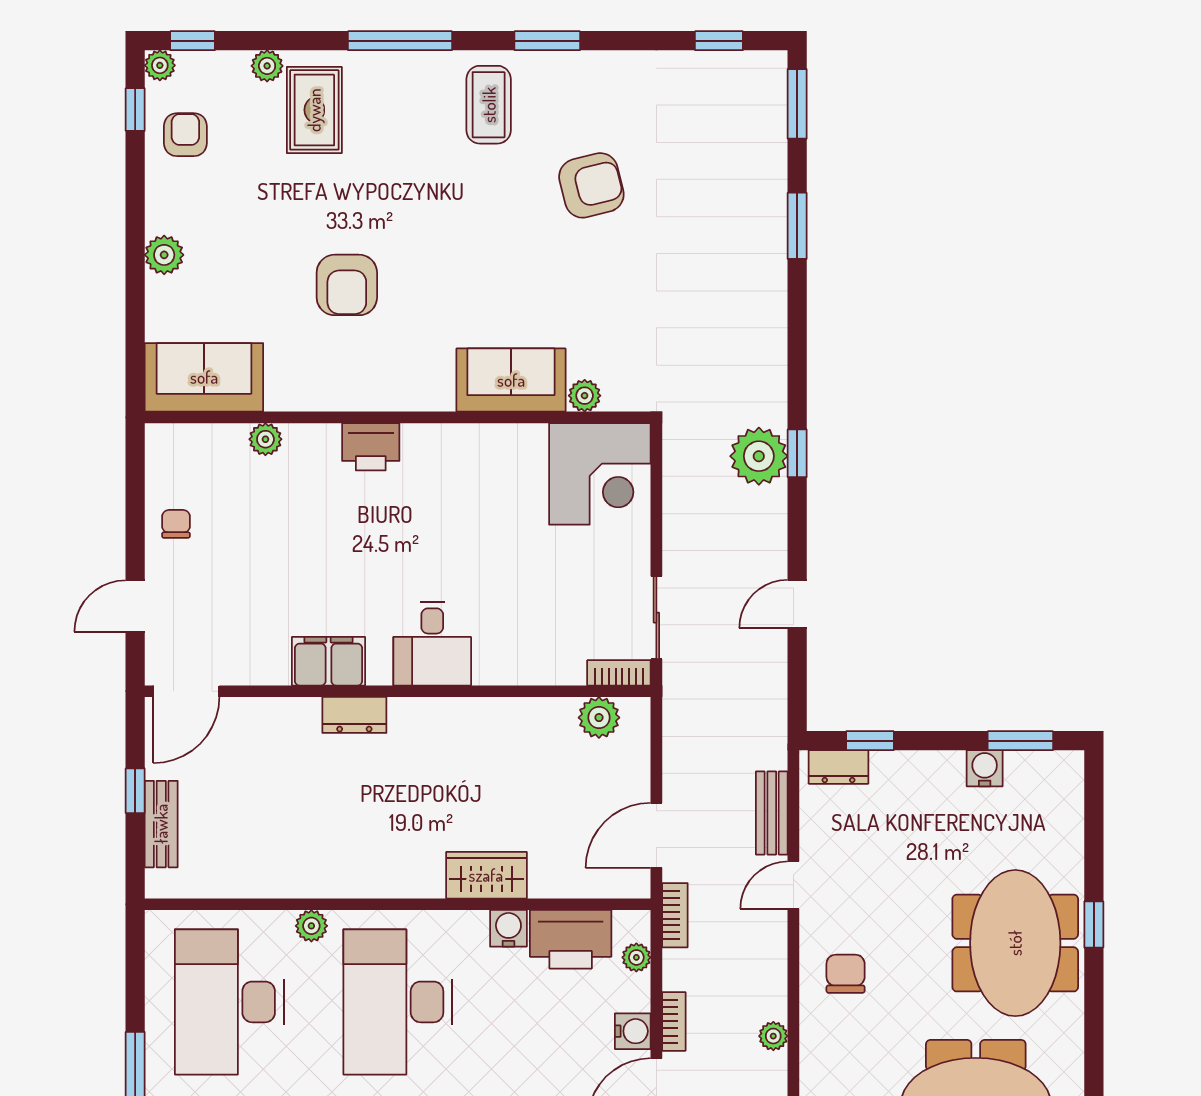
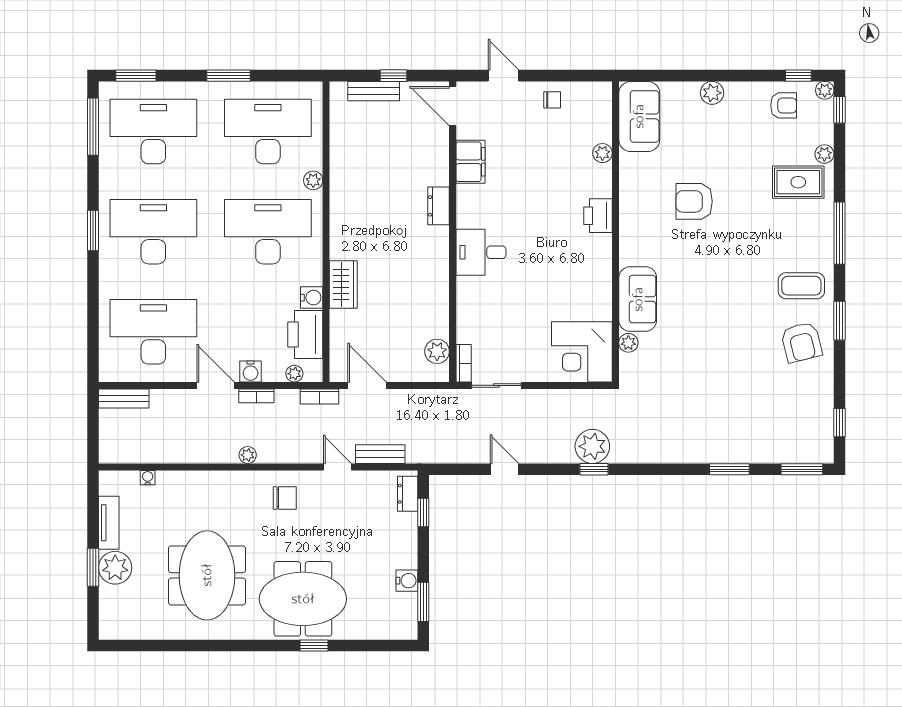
armchair: (591, 185) -> (801, 342), moved
filing cabinet: (329, 661) -> (471, 162), moved

